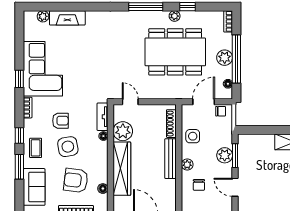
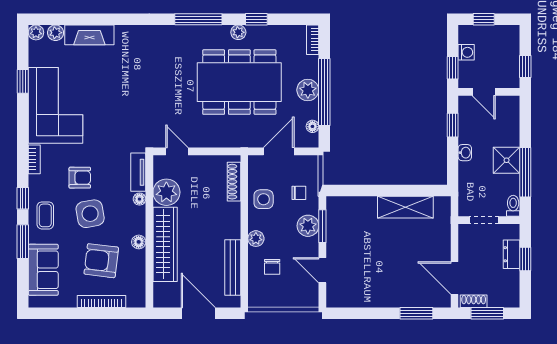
plant: (29, 16) -> (36, 32), added
window: (19, 79) -> (23, 81), moved
chair: (221, 111) -> (299, 193), moved
bench: (171, 159) -> (233, 268), moved
floor lamp: (103, 189) -> (139, 242), moved

